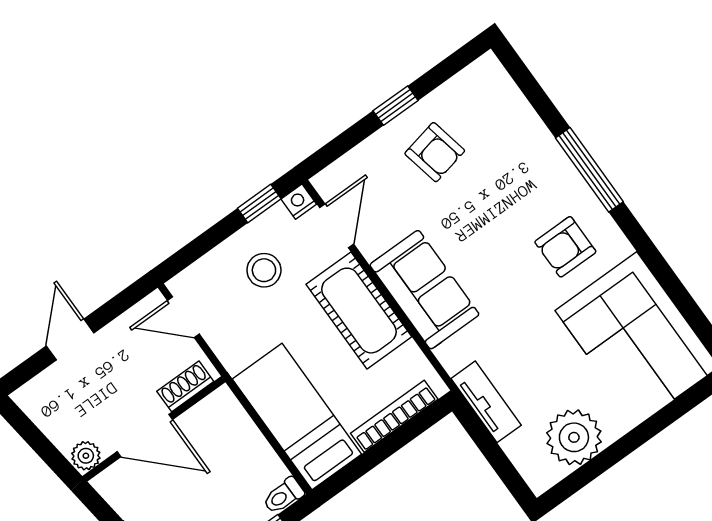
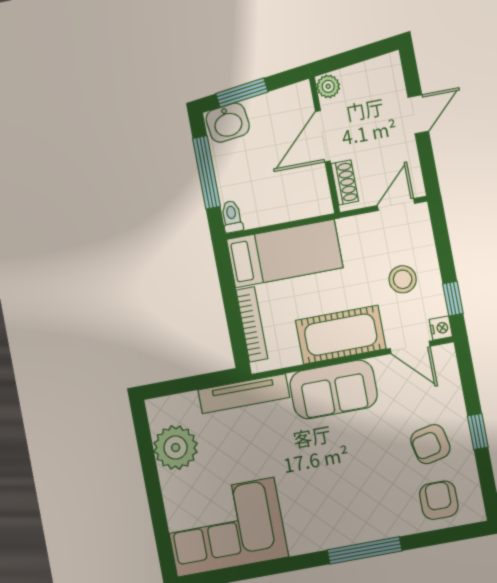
armchair: (565, 247) -> (439, 500), moved
door: (70, 340) -> (418, 114), hinge flipped
tv unit: (486, 402) -> (244, 394), width x1.41

